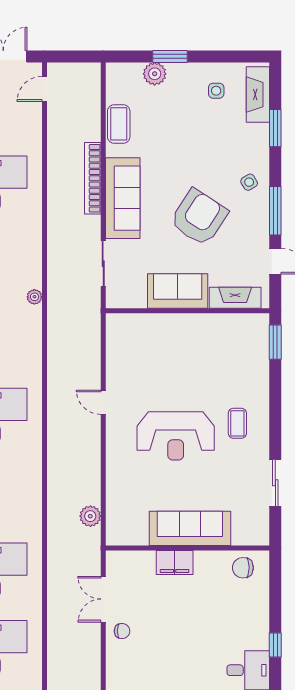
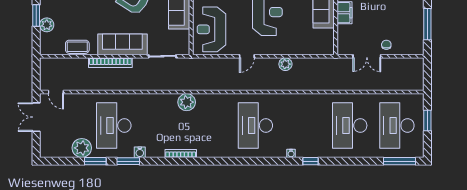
plant: (34, 297) -> (187, 102), width x1.88, depth x1.88
reception desk: (147, 344) -> (211, 29), added
plant: (90, 516) -> (285, 64), moved

